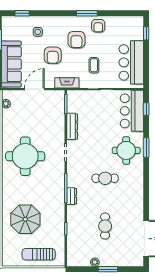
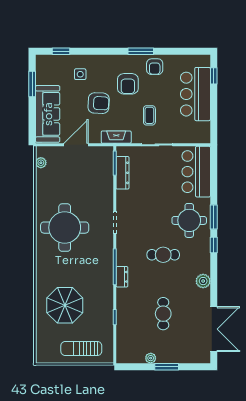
armchair: (53, 55) -> (99, 103), turned -87
bar counter: (131, 62) -> (195, 94), moved
window: (146, 109) -> (214, 245), moved
dresser: (72, 126) -> (122, 173), moved
plant: (137, 200) -> (203, 281), added

